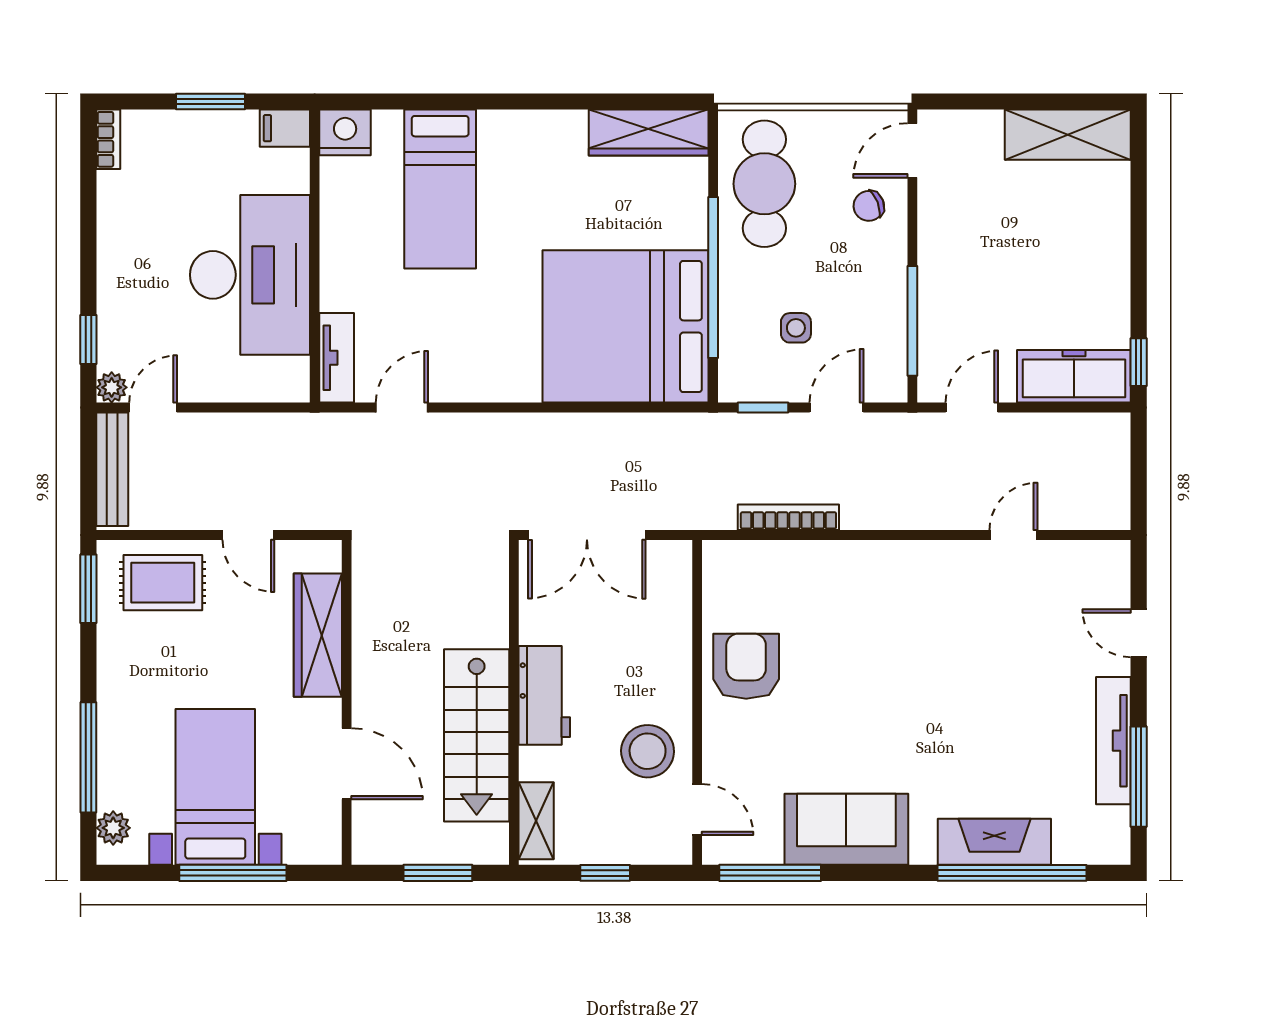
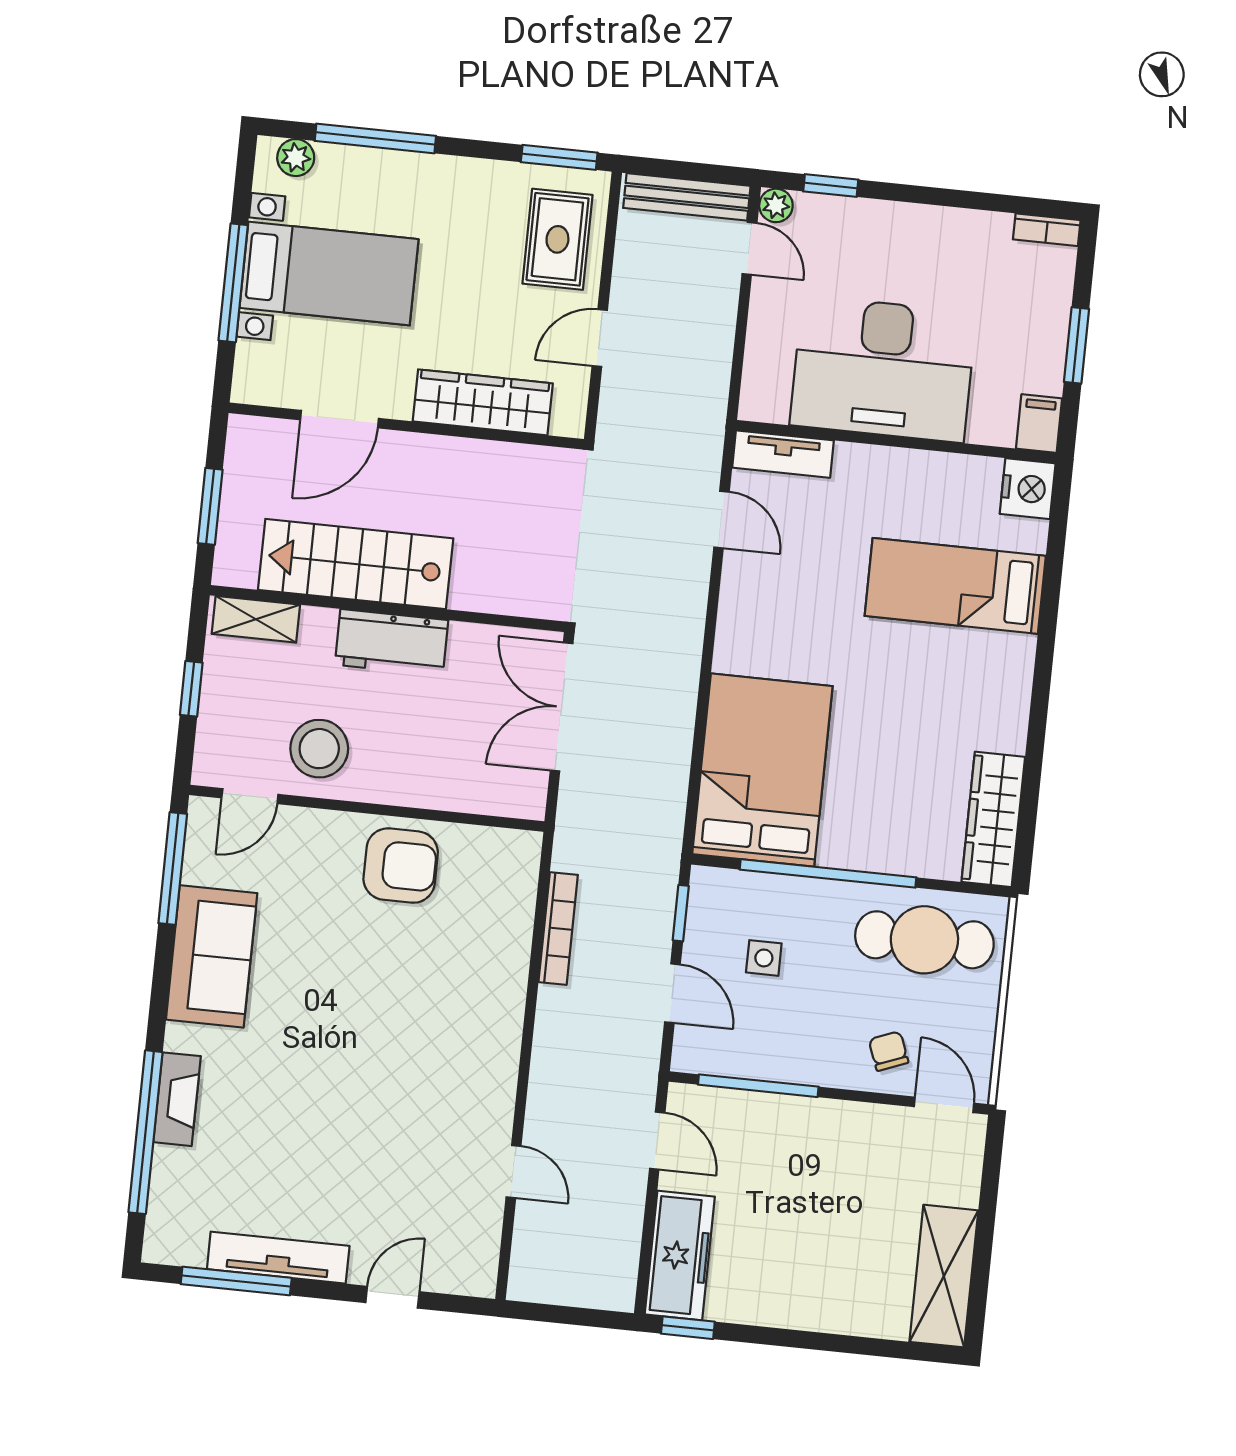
bed: (625, 326) -> (762, 770), width x0.73
fireplace: (994, 842) -> (177, 1099), width x0.73, depth x0.76

